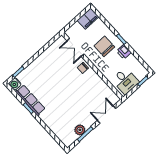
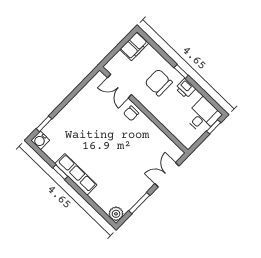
desk: (125, 81) -> (203, 116), moved, turned -90
row of seats: (30, 100) -> (76, 174), moved
plant: (80, 130) -> (116, 214), moved

